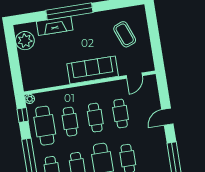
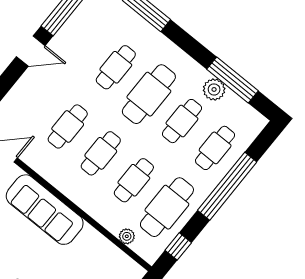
plant: (30, 99) -> (127, 236), moved
door: (167, 117) -> (31, 51), moved

